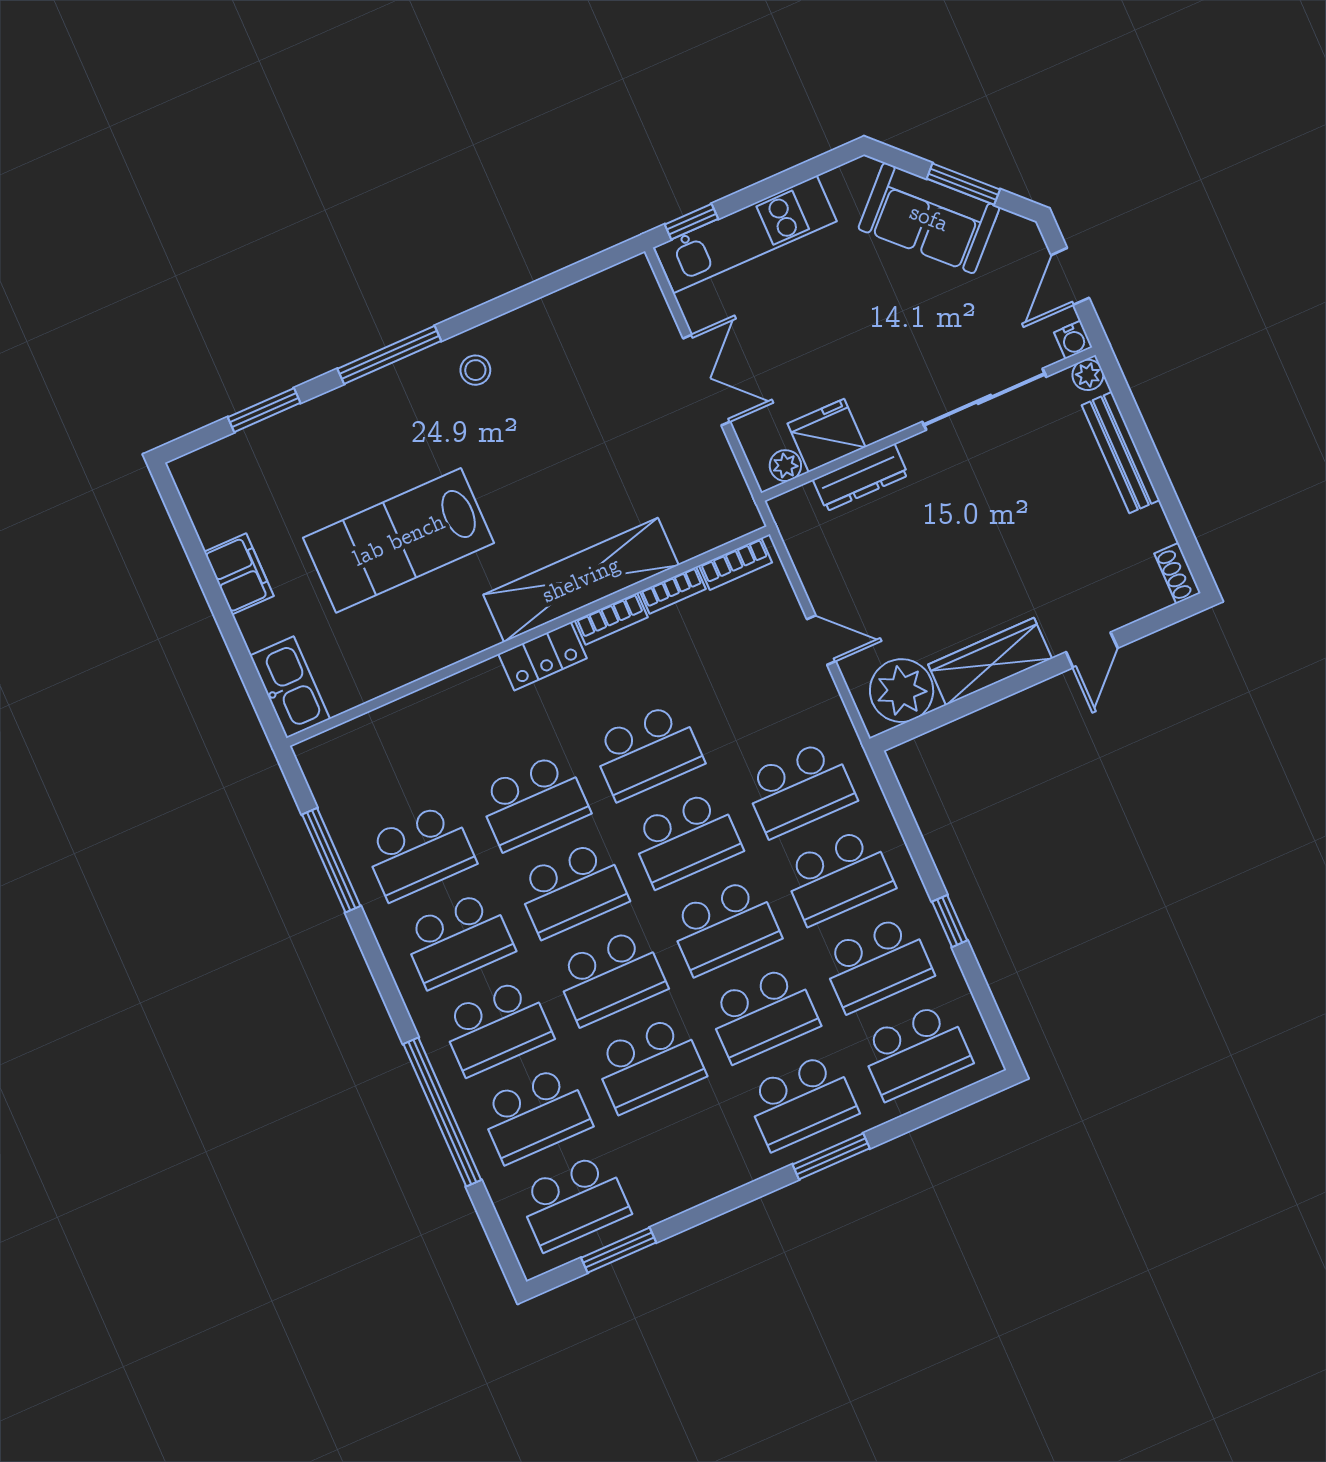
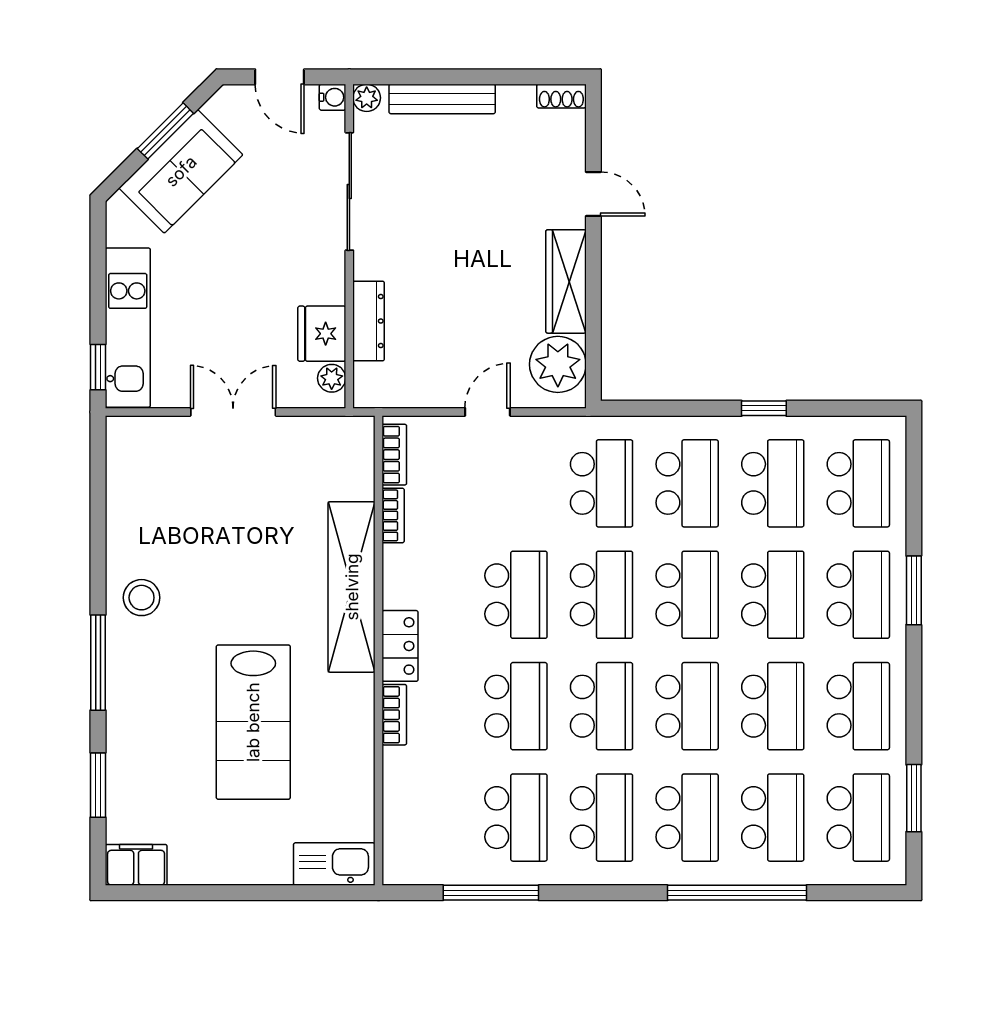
stool: (475, 370) -> (142, 598), width x1.37, depth x1.37
filing cabinet: (239, 574) -> (136, 865), moved
bookcase: (611, 619) -> (394, 715), moved
school desk: (688, 1152) -> (858, 706), added

